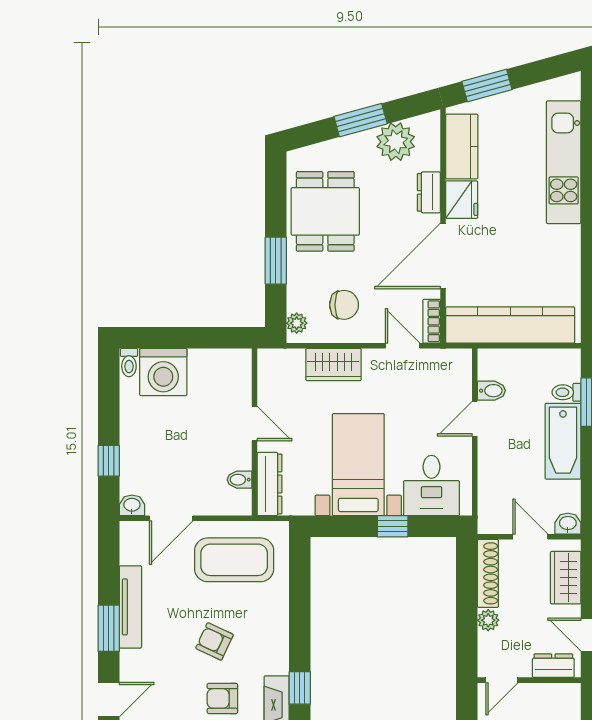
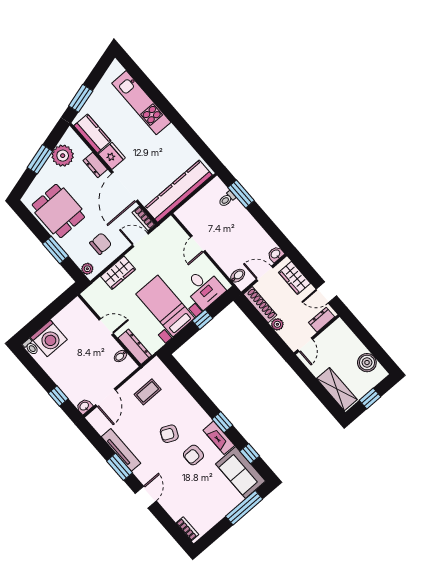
bidet: (491, 391) -> (238, 276), moved
bathtub: (563, 441) -> (243, 221), removed
coffee table: (234, 560) -> (148, 392), width x0.54, depth x0.58

